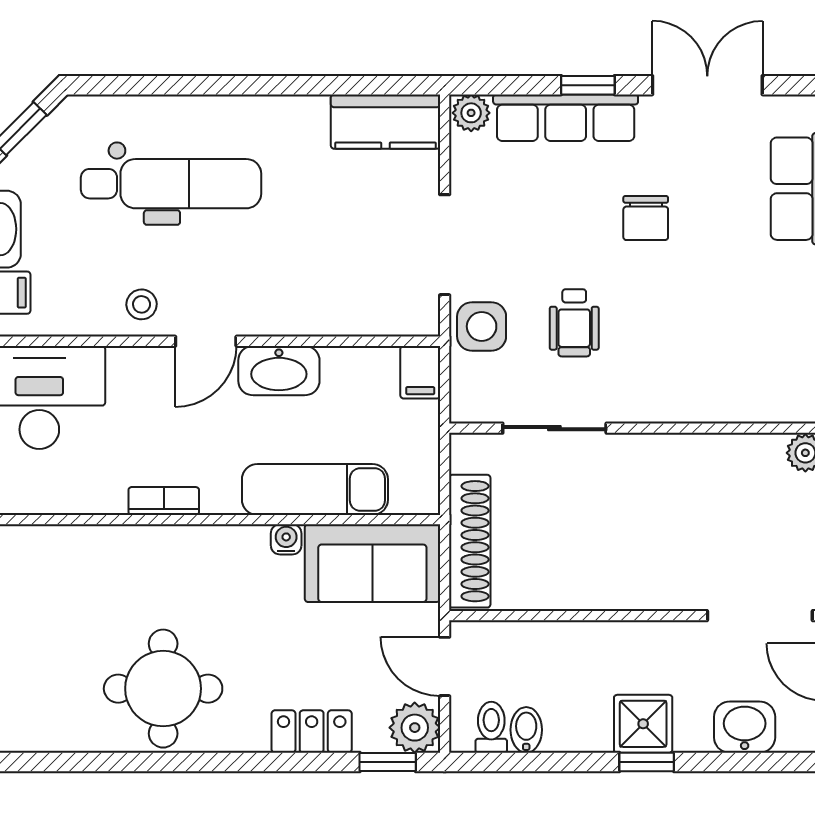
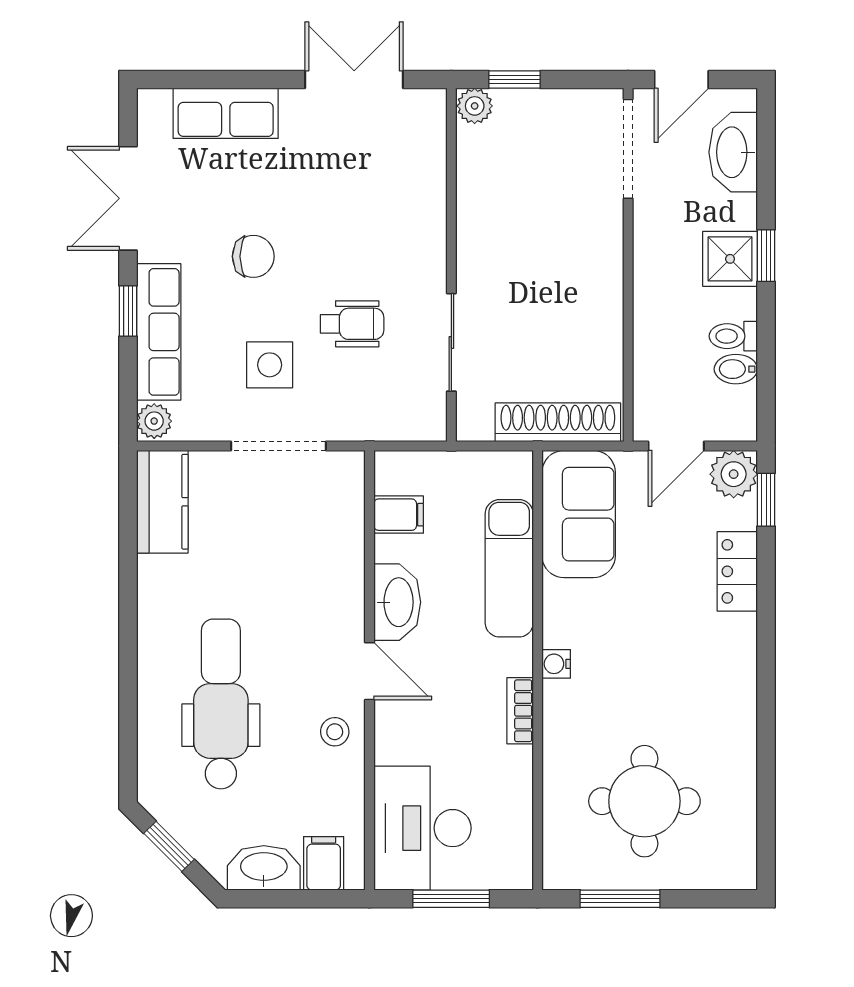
side table: (482, 326) -> (270, 365), moved
filing cabinet: (420, 372) -> (399, 515), moved
water cooler: (286, 539) -> (556, 664), moved
round table: (163, 689) -> (644, 801), moved
toilet: (491, 727) -> (733, 336), moved
washbasin: (745, 727) -> (733, 152), width x1.38

